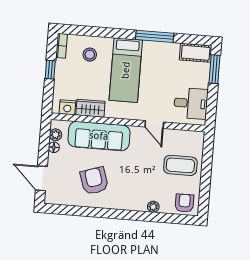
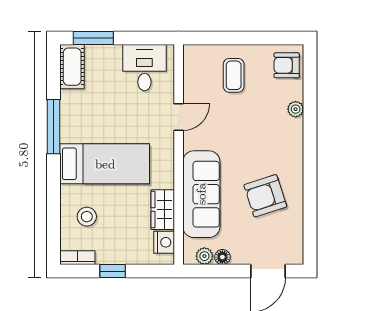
coffee table: (180, 165) -> (234, 75), width x0.73, depth x0.77

